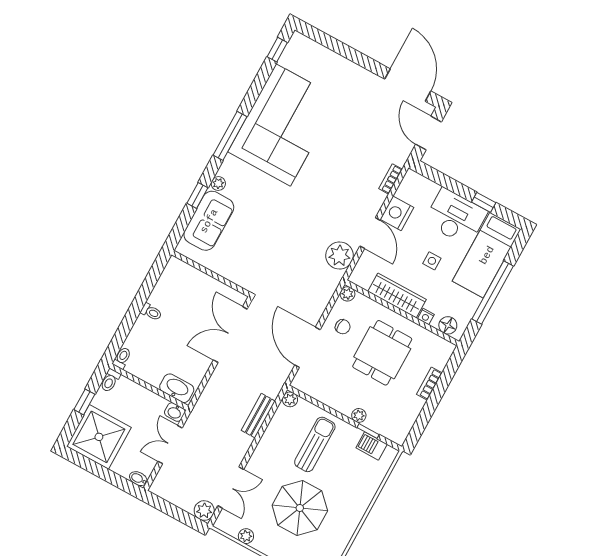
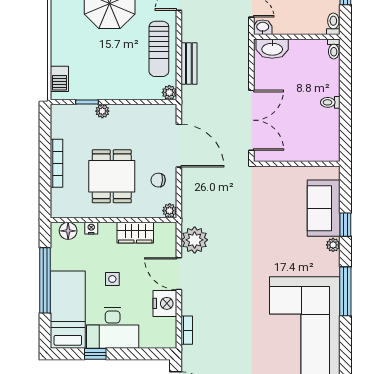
wardrobe: (397, 295) -> (135, 233), width x0.67
bookcase: (429, 384) -> (57, 163), width x1.56
sun lounger: (315, 444) -> (159, 49), moved
barbecue: (372, 446) -> (59, 79), moved, turned 90

